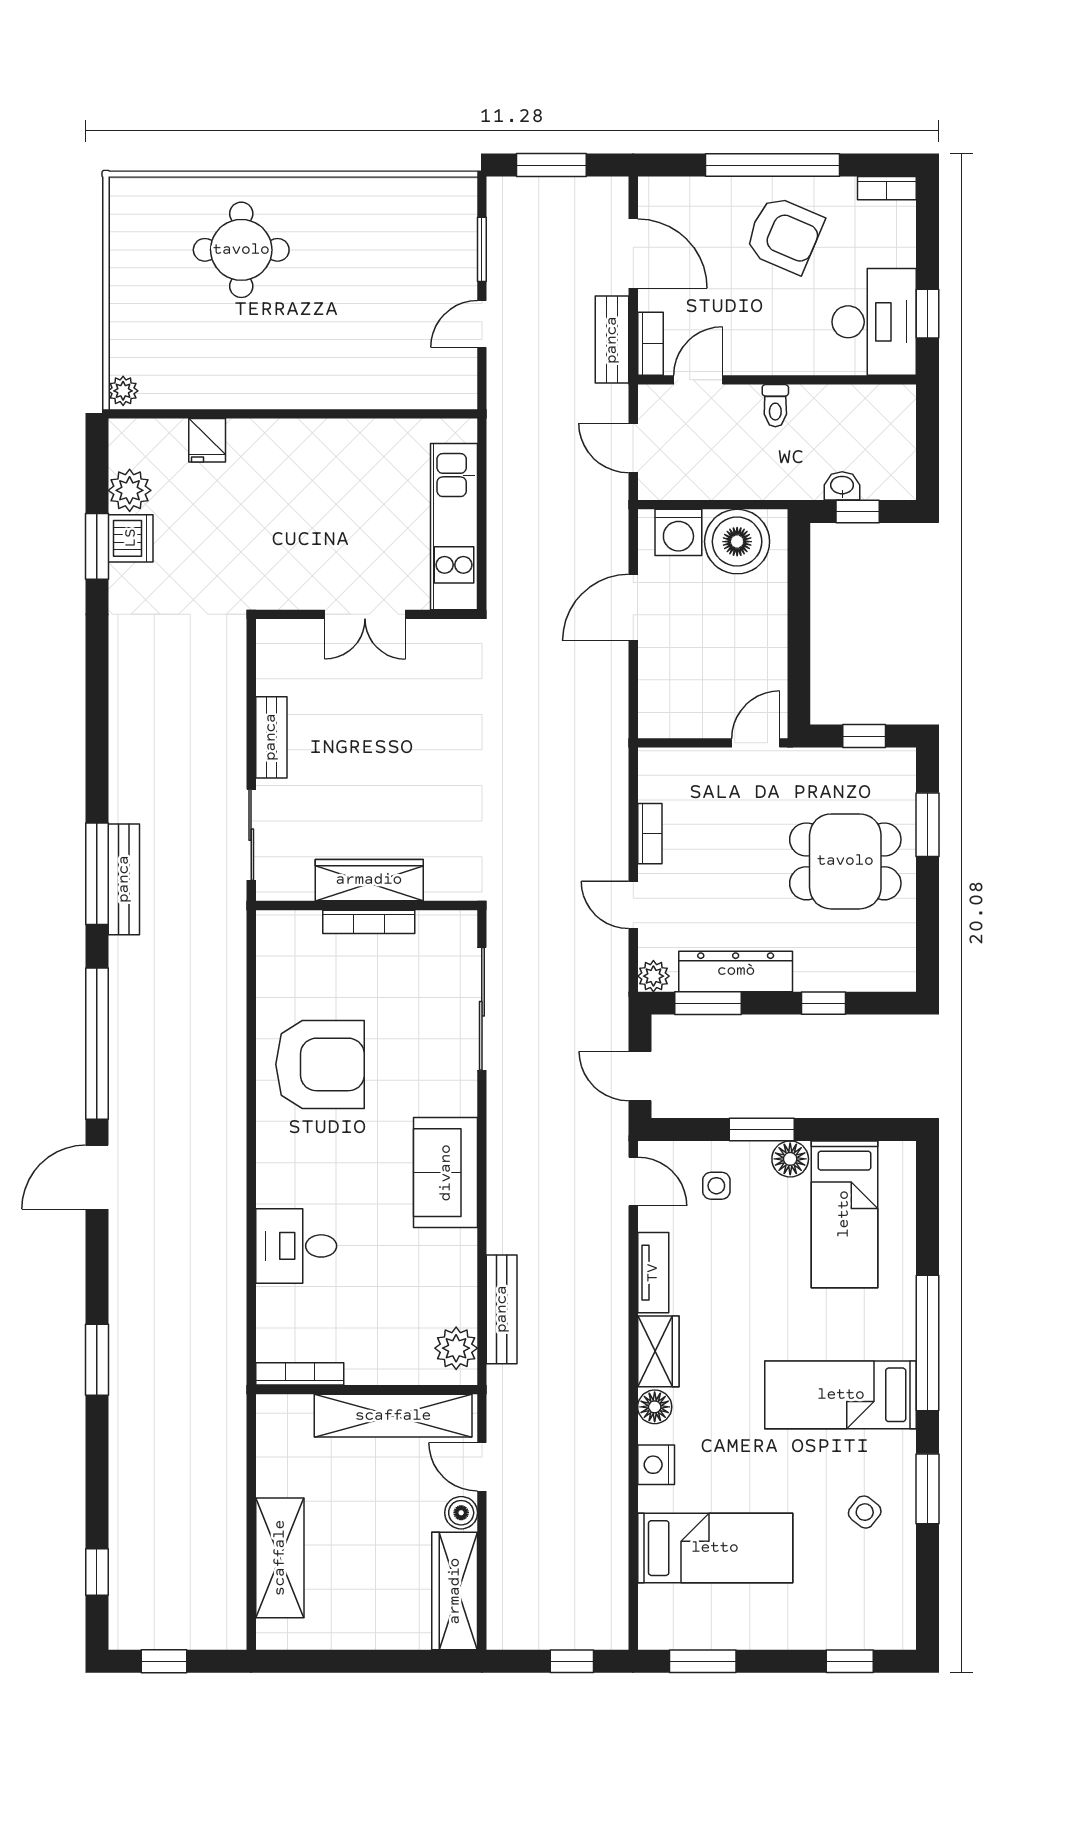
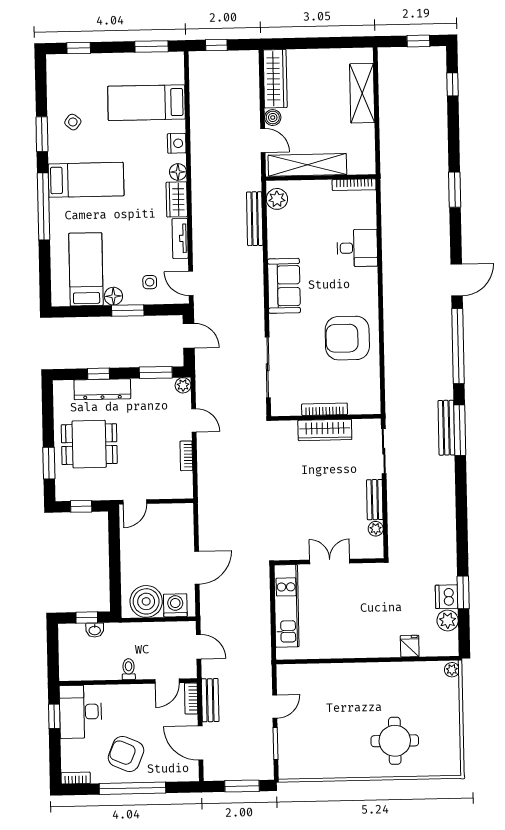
plant: (271, 679) -> (376, 529), added
dresser: (736, 971) -> (102, 389), moved

